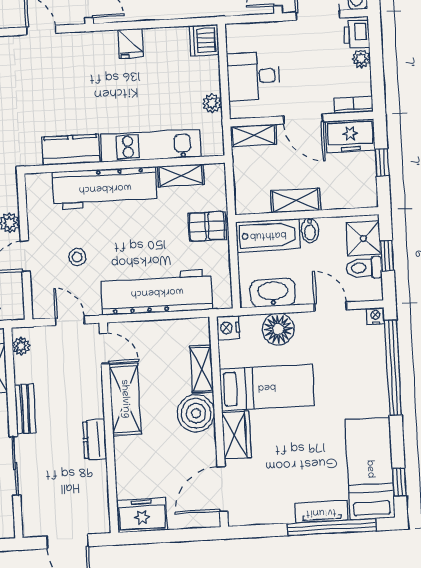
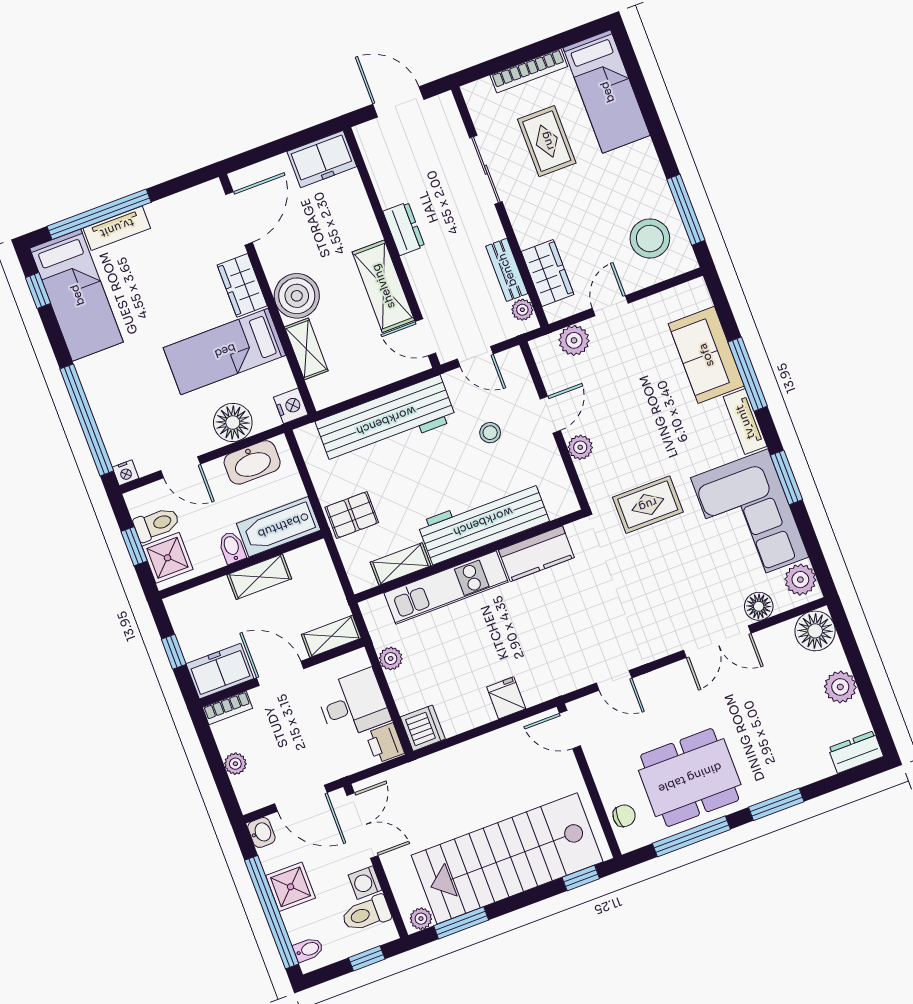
printer: (357, 34) -> (385, 743), moved, turned 180
bench: (25, 409) -> (507, 270), moved

